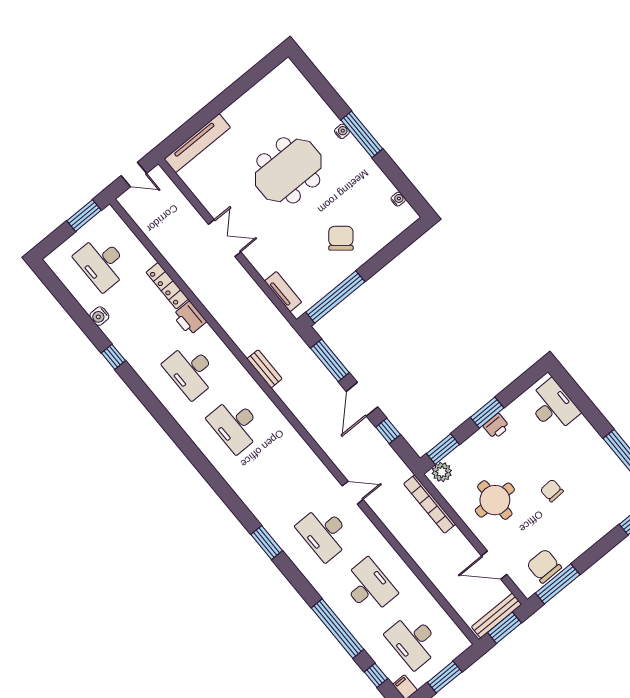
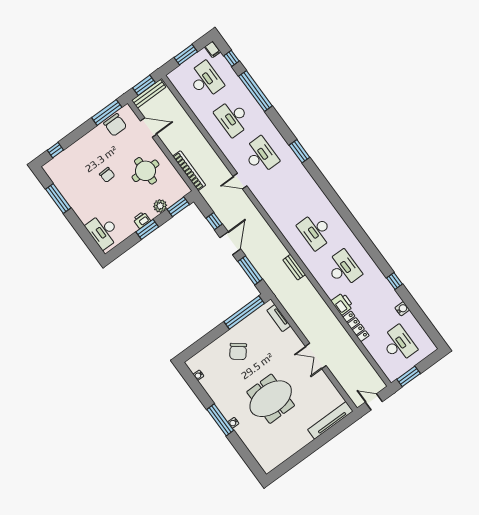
desk: (235, 425) -> (316, 231), turned 180
plant: (442, 472) -> (160, 206), moved

